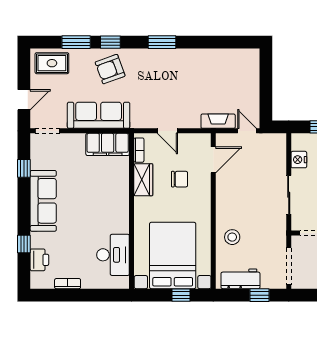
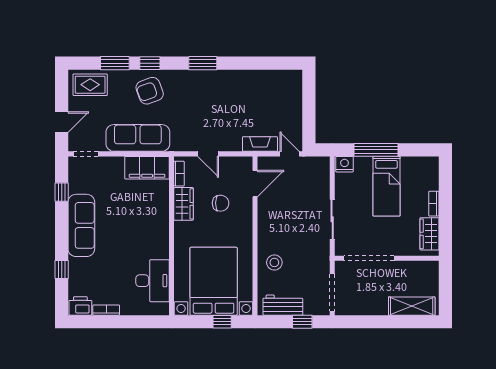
nightstand: (299, 160) -> (345, 164), moved, turned 90
printer: (39, 260) -> (80, 306), moved, turned -90

